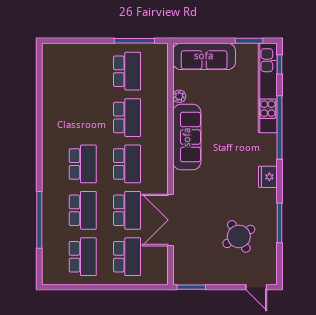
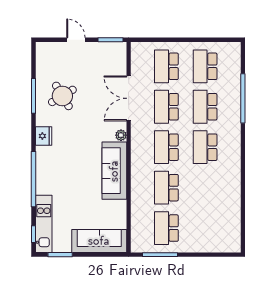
kitchen unit: (268, 88) -> (44, 224), width x0.73
plant: (179, 96) -> (121, 135), moved
double door: (170, 220) -> (129, 98), swing flipped
round table: (239, 236) -> (62, 96), moved
door: (256, 287) -> (76, 40), moved

